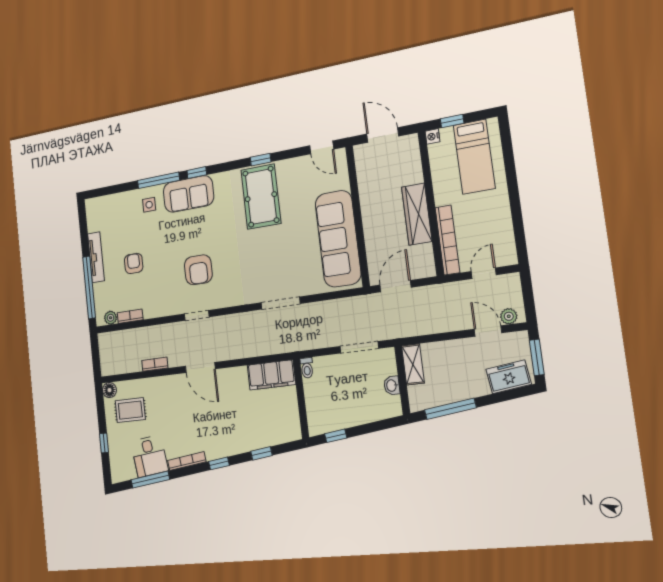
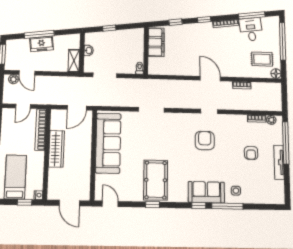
filing cabinet: (271, 375) -> (156, 42), moved, turned 90
freezer: (509, 377) -> (42, 44), moved
window: (450, 409) -> (39, 34), moved
window: (336, 436) -> (109, 28), moved
window: (104, 443) -> (283, 41), width x3.17

